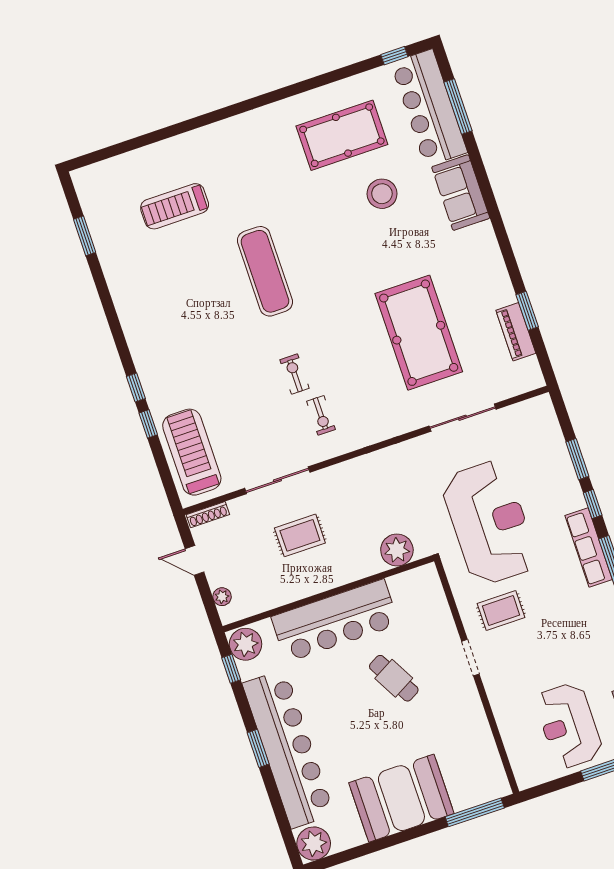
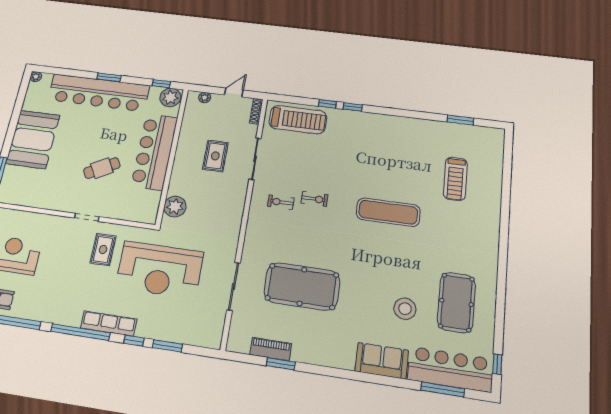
treadmill: (175, 206) -> (455, 179), turned 180
plant: (314, 844) -> (36, 77), width x0.53, depth x0.53

